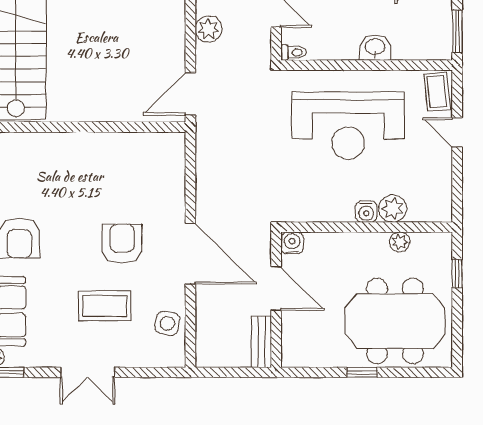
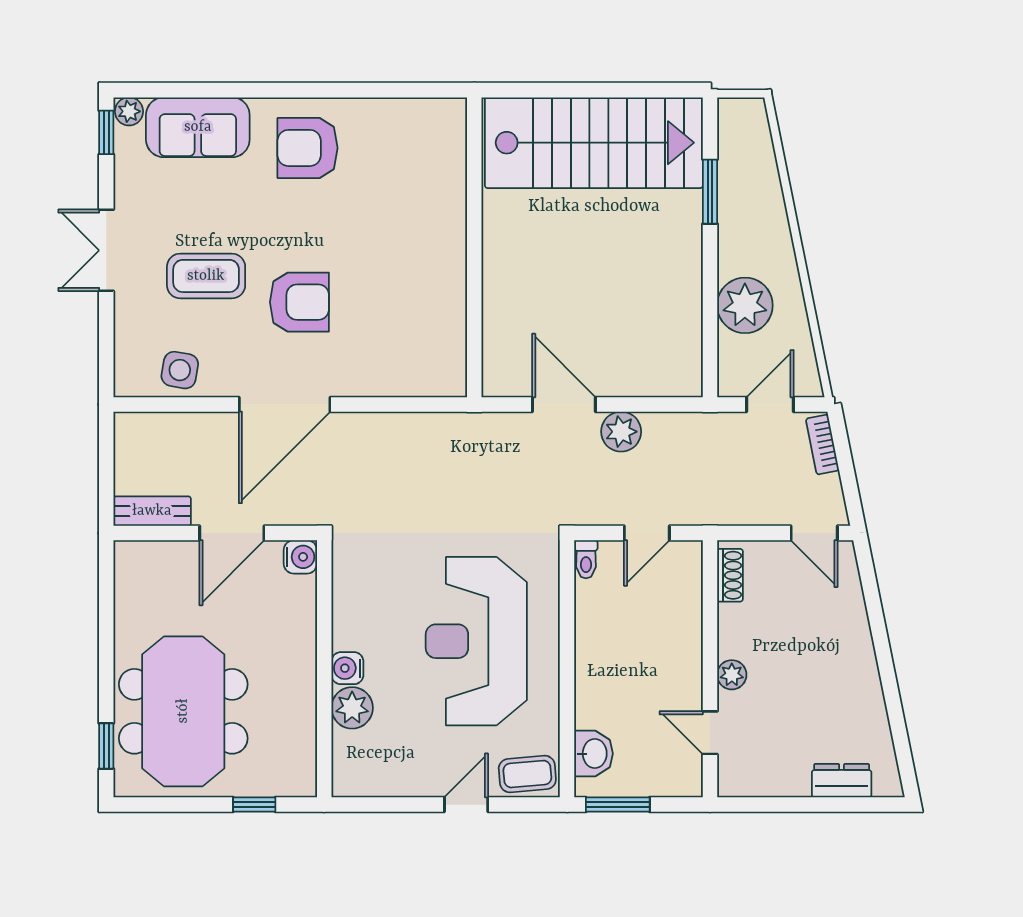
washbasin: (375, 47) -> (594, 754), moved
door: (190, 94) -> (564, 404), moved
plant: (400, 242) -> (302, 718), removed
coffee table: (105, 306) -> (206, 276), turned 90
window: (362, 372) -> (106, 746), moved

